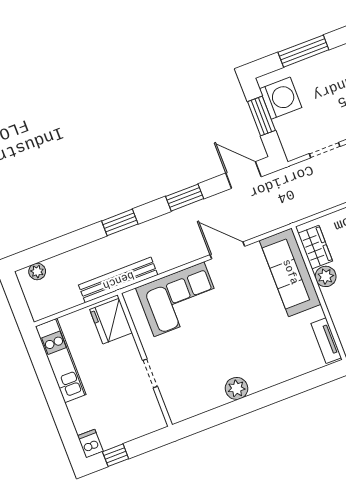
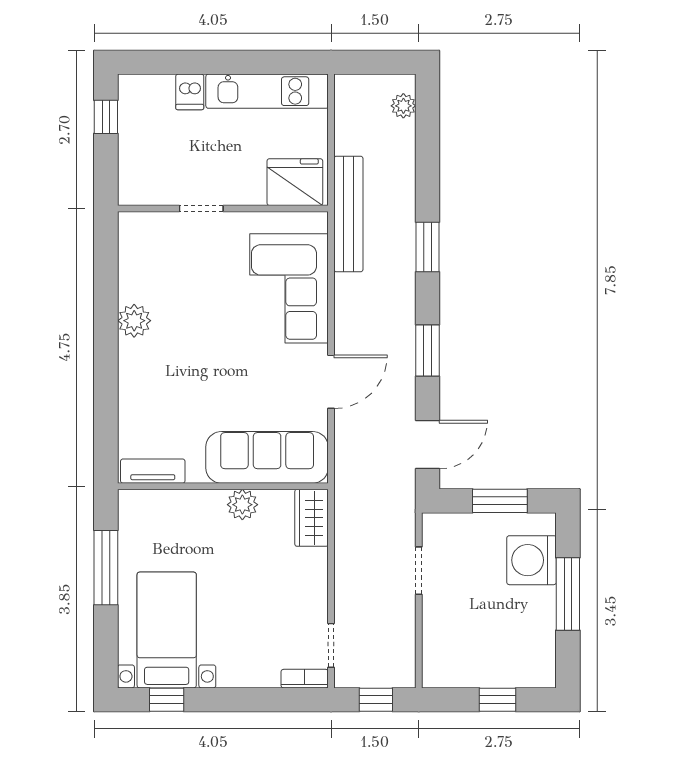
washing machine: (281, 98) -> (532, 560), moved, turned 90
wardrobe: (315, 247) -> (312, 518), moved, turned 90
dishwasher: (90, 444) -> (190, 92), moved, turned 90

